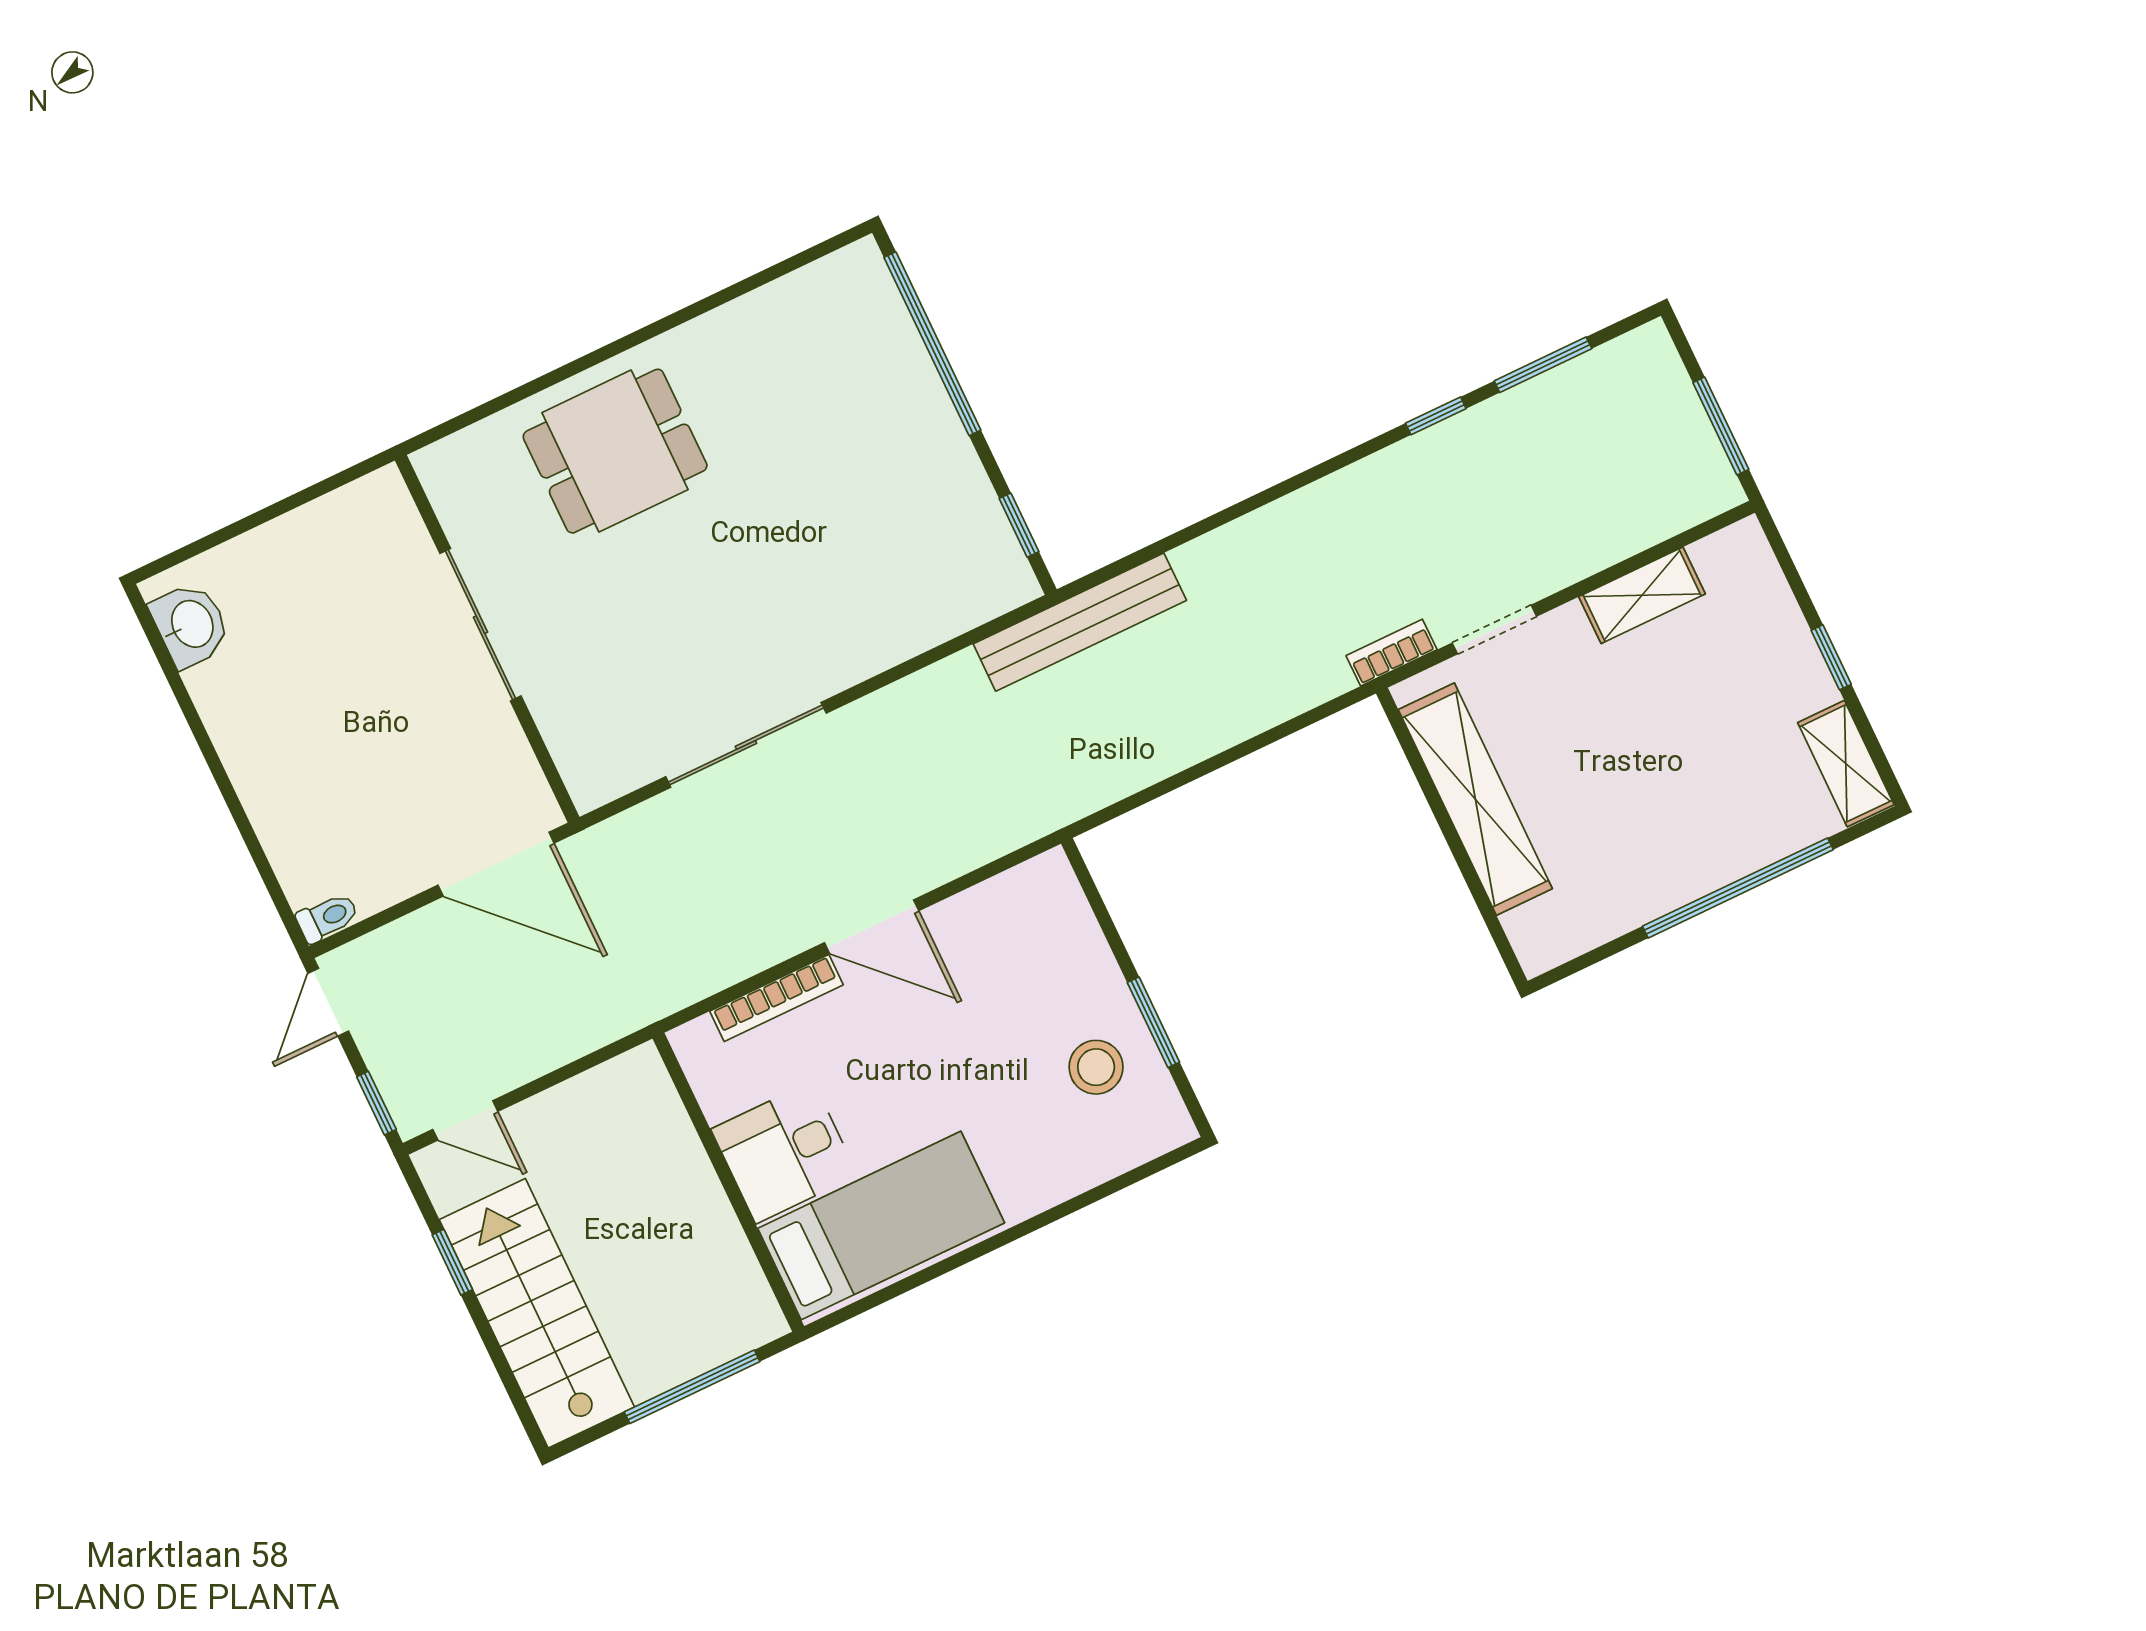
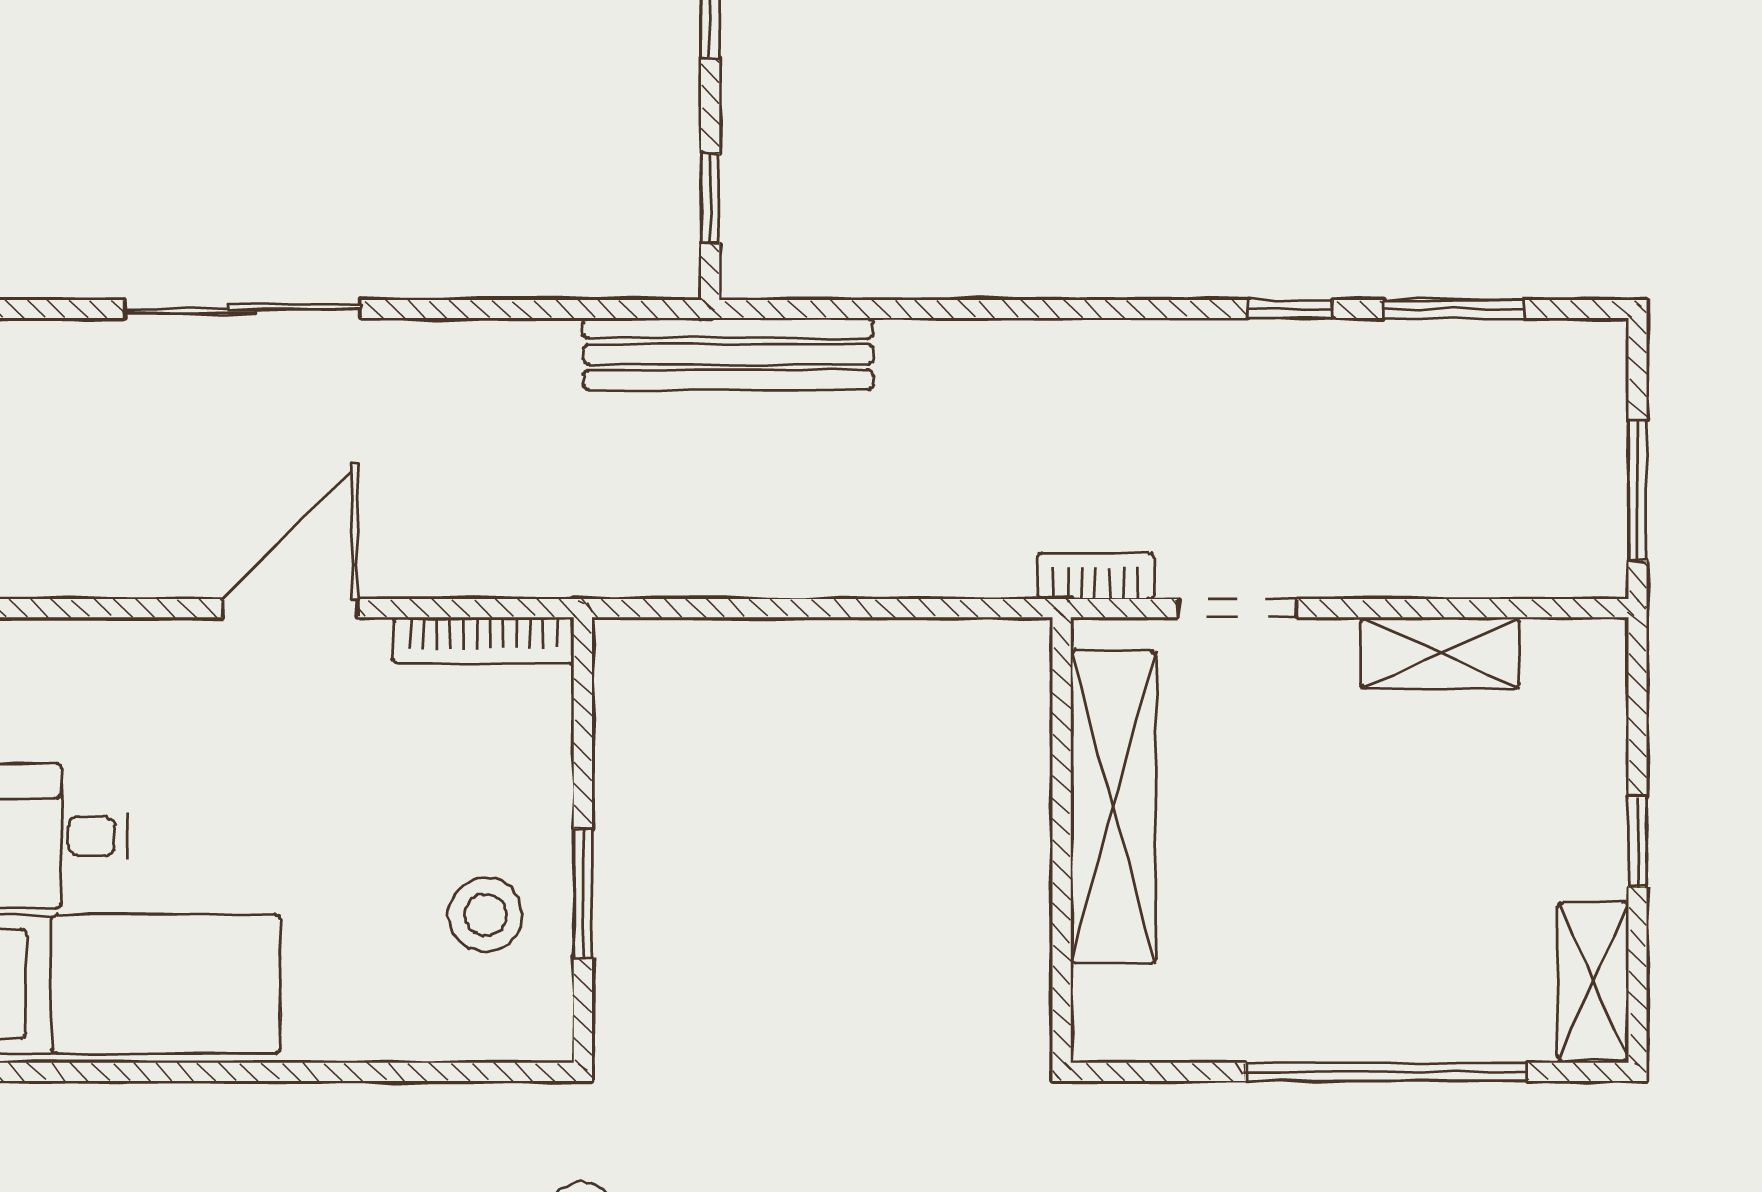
door: (872, 927) -> (290, 608), swing flipped
bookcase: (776, 998) -> (483, 640), moved

